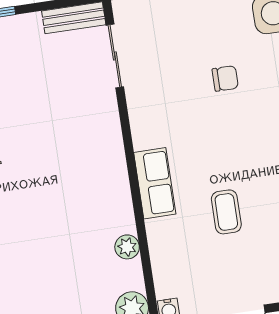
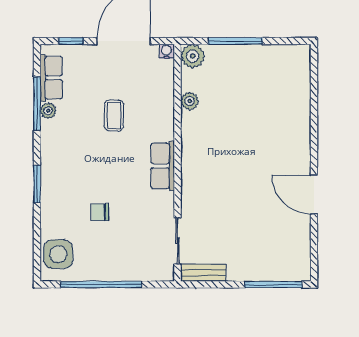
row of seats: (155, 183) -> (163, 166), moved

